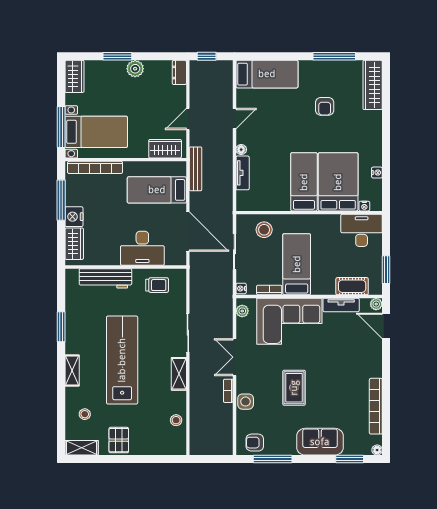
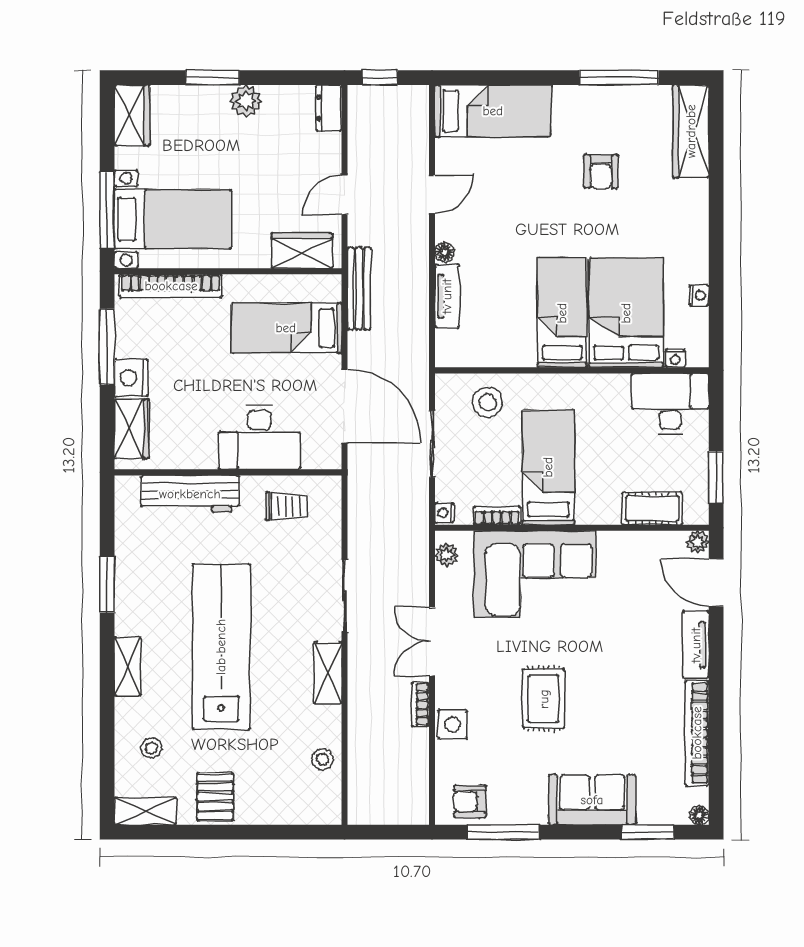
tv unit: (341, 305) -> (696, 645), moved, turned 90

